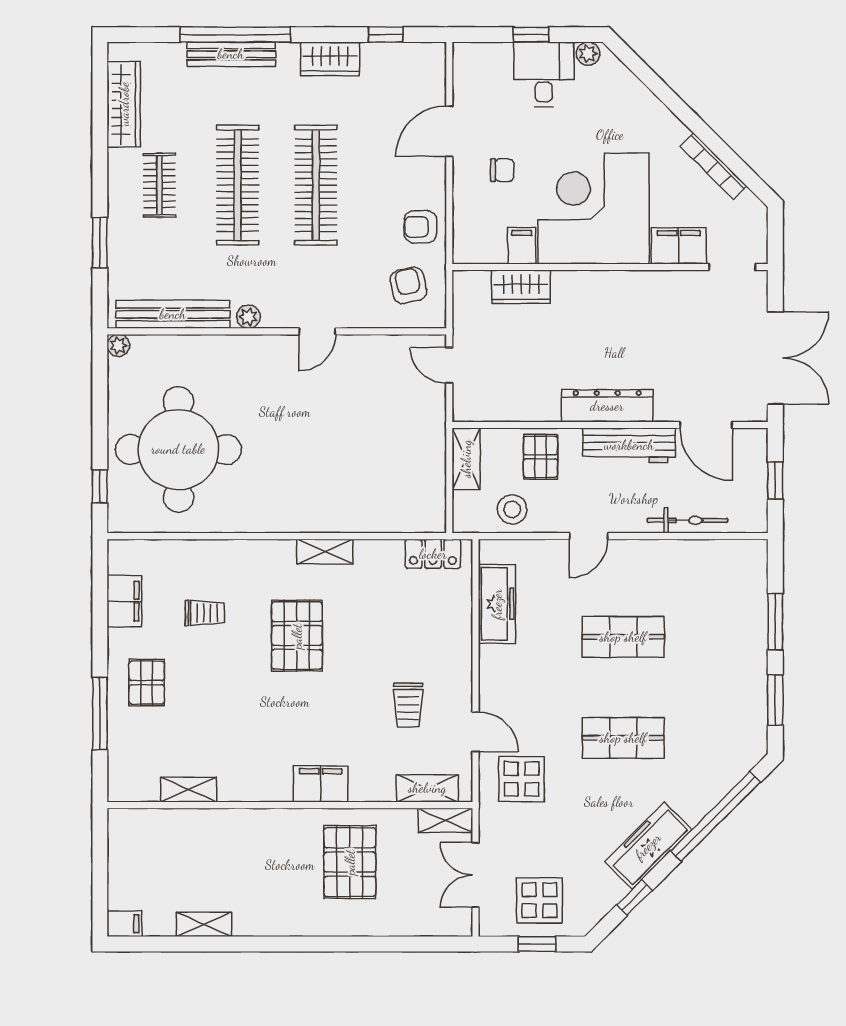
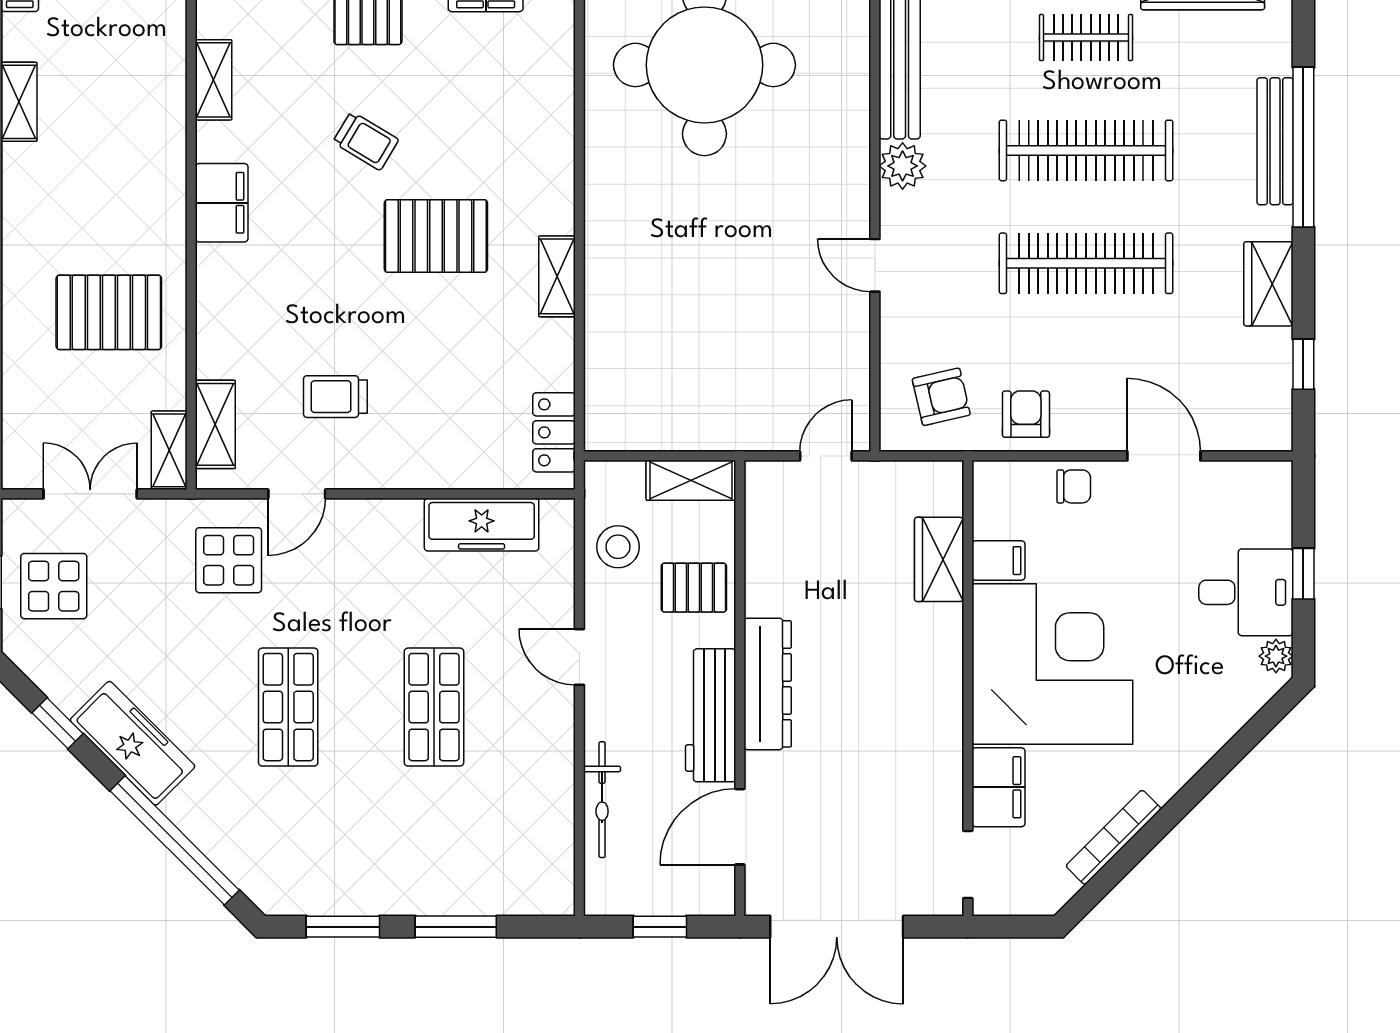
chair: (502, 170) -> (1074, 486), moved, turned -90
plant: (248, 317) -> (903, 166), width x1.38, depth x1.38
trolley: (205, 613) -> (366, 141), moved, turned -59
filing cabinet: (321, 784) -> (222, 203), moved

